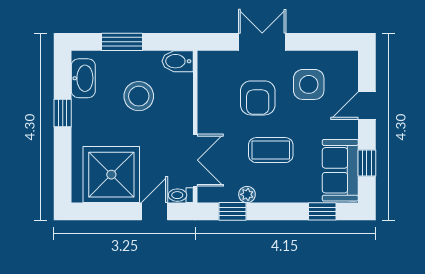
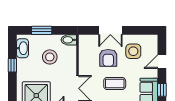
double door: (262, 42) -> (110, 30), swing flipped

